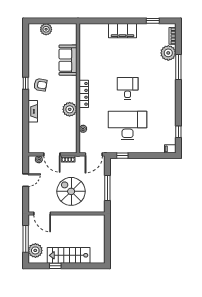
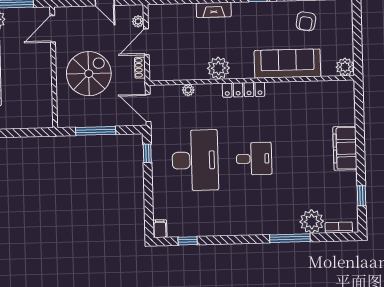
plant: (46, 29) -> (345, 67), moved
sofa: (68, 60) -> (287, 64), width x1.36
armchair: (40, 85) -> (306, 21), moved

